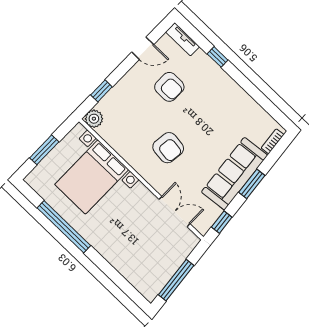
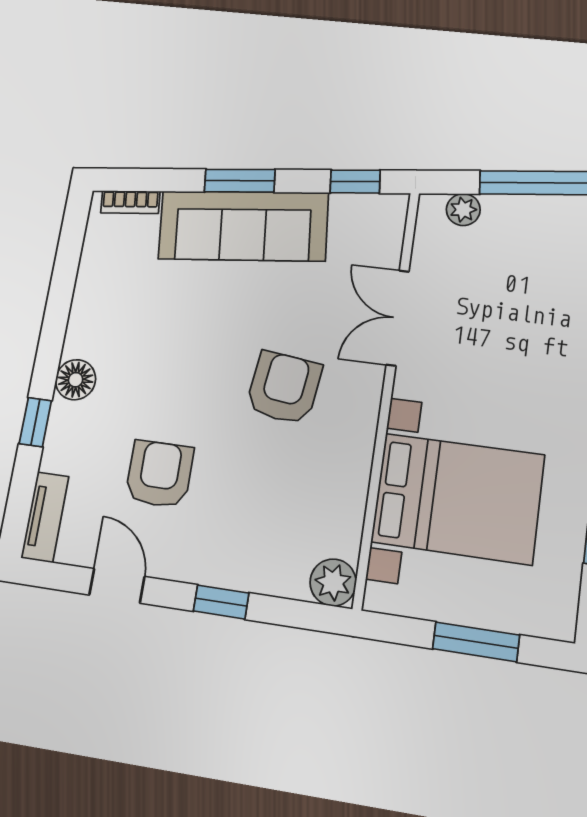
floor lamp: (222, 80) -> (76, 380), added
window: (101, 91) -> (221, 602), moved
double door: (175, 212) -> (398, 318), moved
plant: (185, 250) -> (463, 210), added

